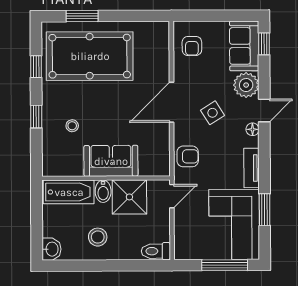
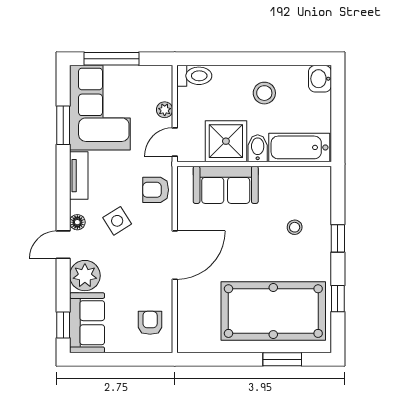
side table: (212, 113) -> (117, 221), moved
sofa: (111, 161) -> (226, 185), moved
plant: (180, 223) -> (165, 110), added

